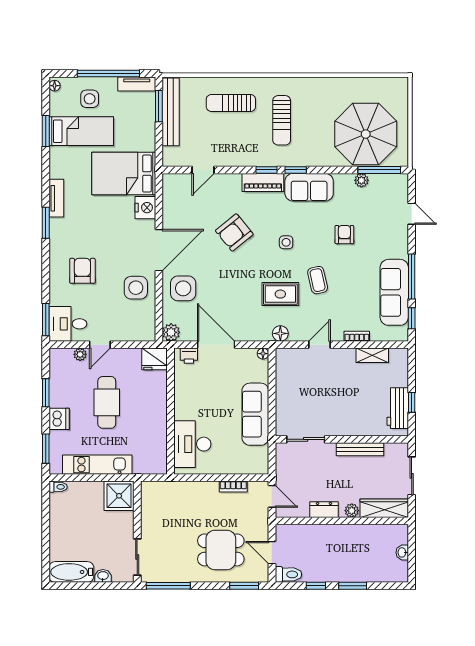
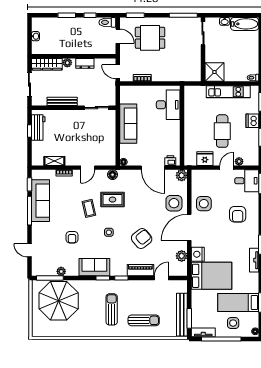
piano: (263, 183) -> (140, 270), moved
plant: (171, 205) -> (182, 256), added
fridge: (154, 359) -> (205, 159), moved

